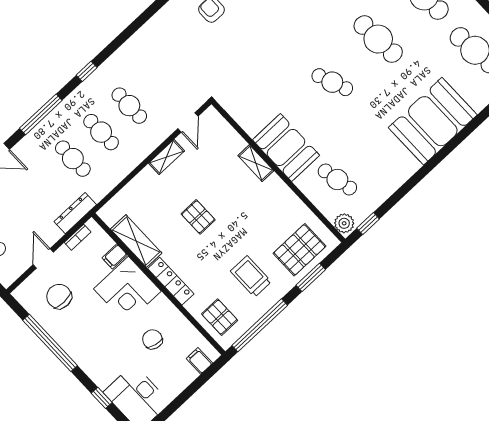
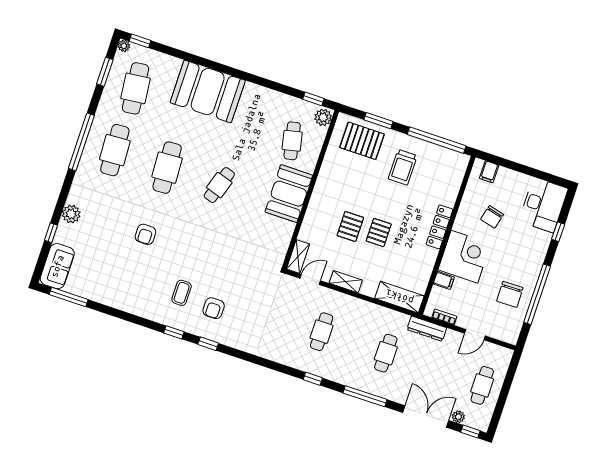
cafe table: (332, 82) -> (219, 185), turned 39
cafe table: (101, 132) -> (354, 342), removed
shelving: (256, 163) -> (298, 256), moved
shelving: (136, 241) -> (399, 297), moved, turned 90
chair: (59, 296) -> (510, 294), moved
pallet: (220, 317) -> (350, 226), moved

